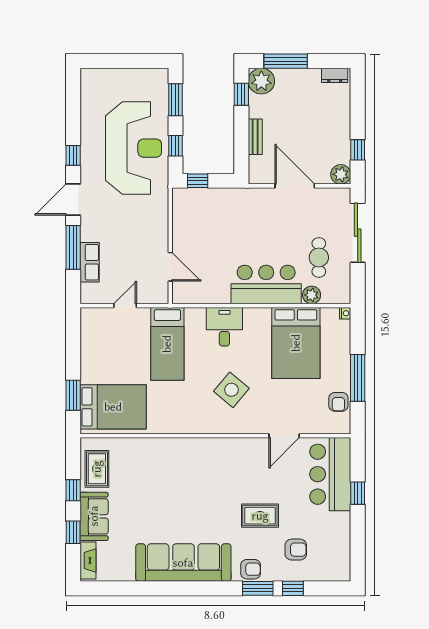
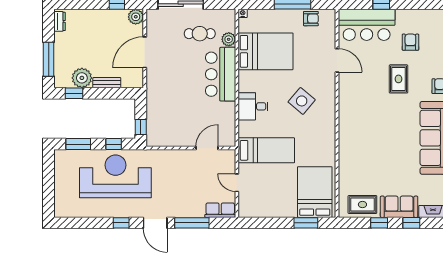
plant: (261, 81) -> (82, 78), moved
row of seats: (90, 262) -> (220, 210), moved
armchair: (296, 550) -> (410, 42), moved

